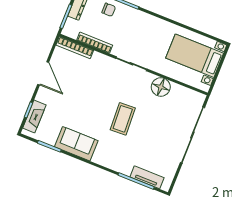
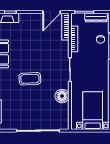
door: (43, 73) -> (52, 12), moved

